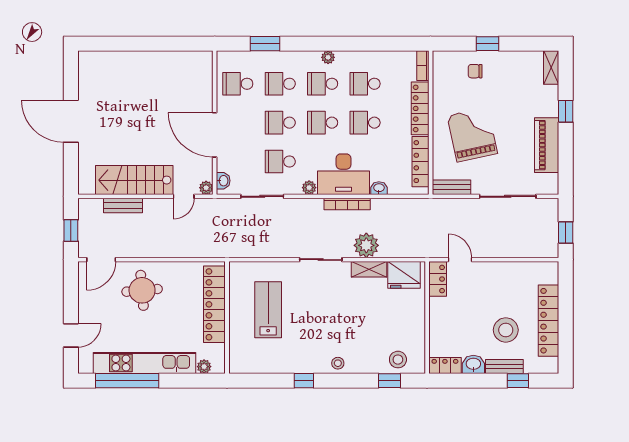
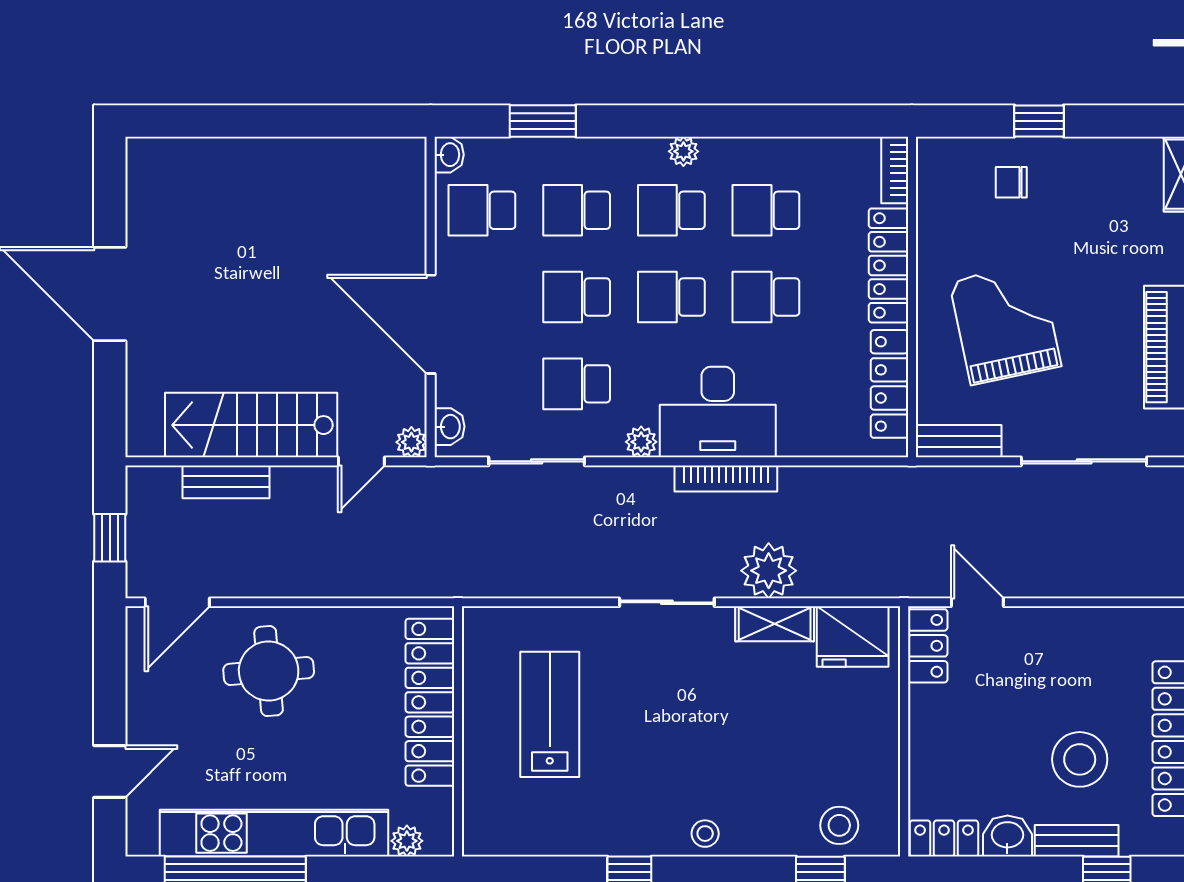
washbasin: (379, 188) -> (449, 155), moved, turned 90

